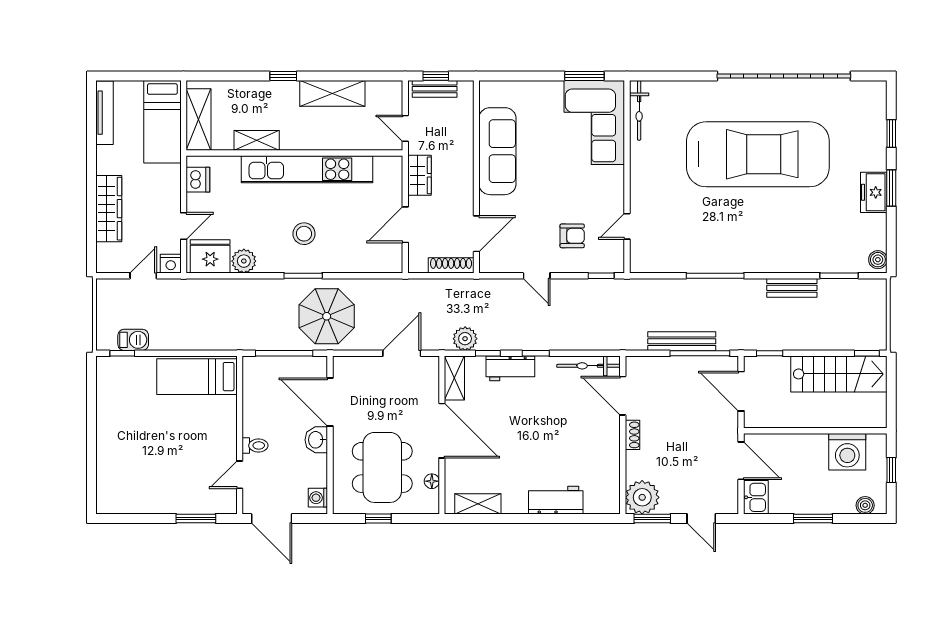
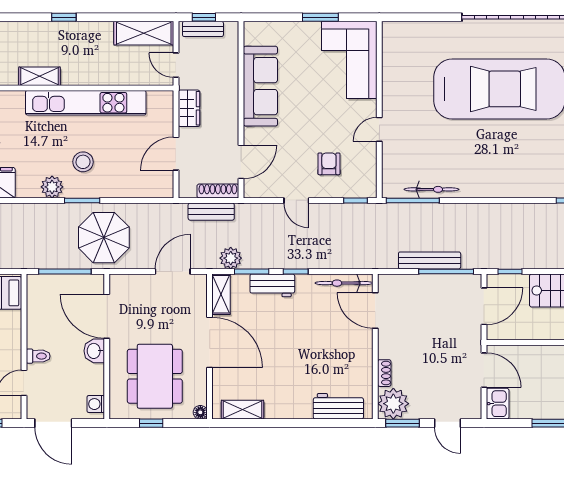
window: (584, 76) -> (320, 17), moved
shelving: (332, 93) -> (144, 33), moved
bicycle: (639, 110) -> (431, 189), moved, turned -90
door: (627, 226) -> (379, 129), moved
armchair: (572, 236) -> (329, 164), turned -90
plant: (244, 261) -> (52, 187), moved
window: (715, 276) -> (413, 200), moved
bench: (792, 288) -> (211, 212), moved
window: (488, 353) -> (252, 272), width x1.50
door: (741, 391) -> (484, 306), swing flipped
shoe rack: (632, 435) -> (384, 373), moved
floor lamp: (432, 481) -> (200, 412), moved
workbench: (556, 500) -> (338, 406), moved

